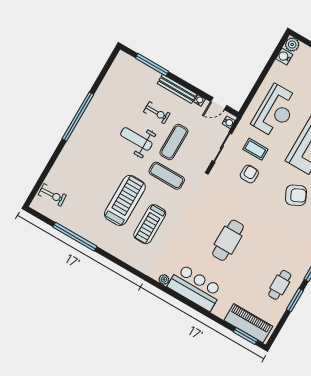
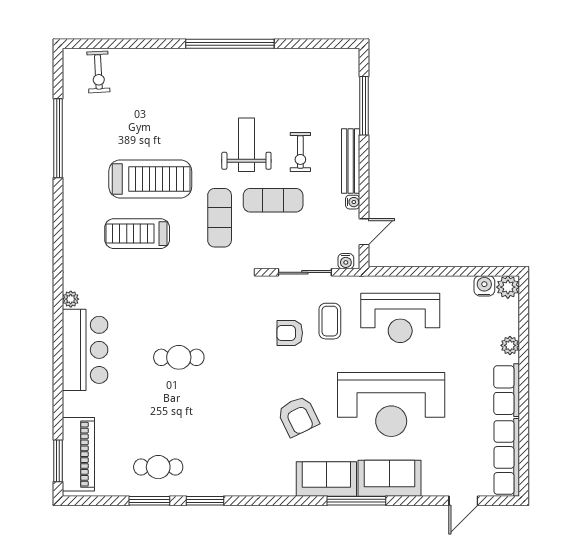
door: (219, 104) -> (364, 232), swing flipped
armchair: (249, 174) -> (290, 333), turned 180
cafe table: (228, 240) -> (179, 357), width x0.73, depth x0.74

